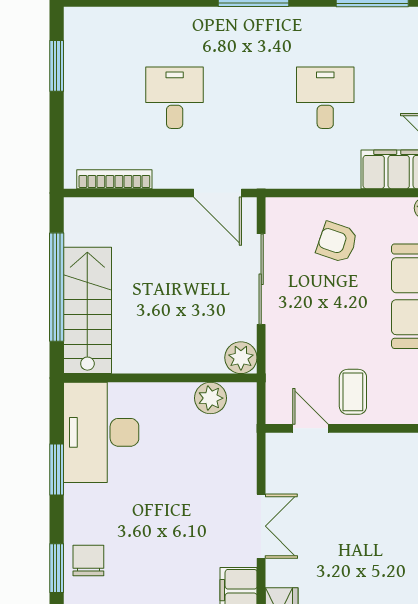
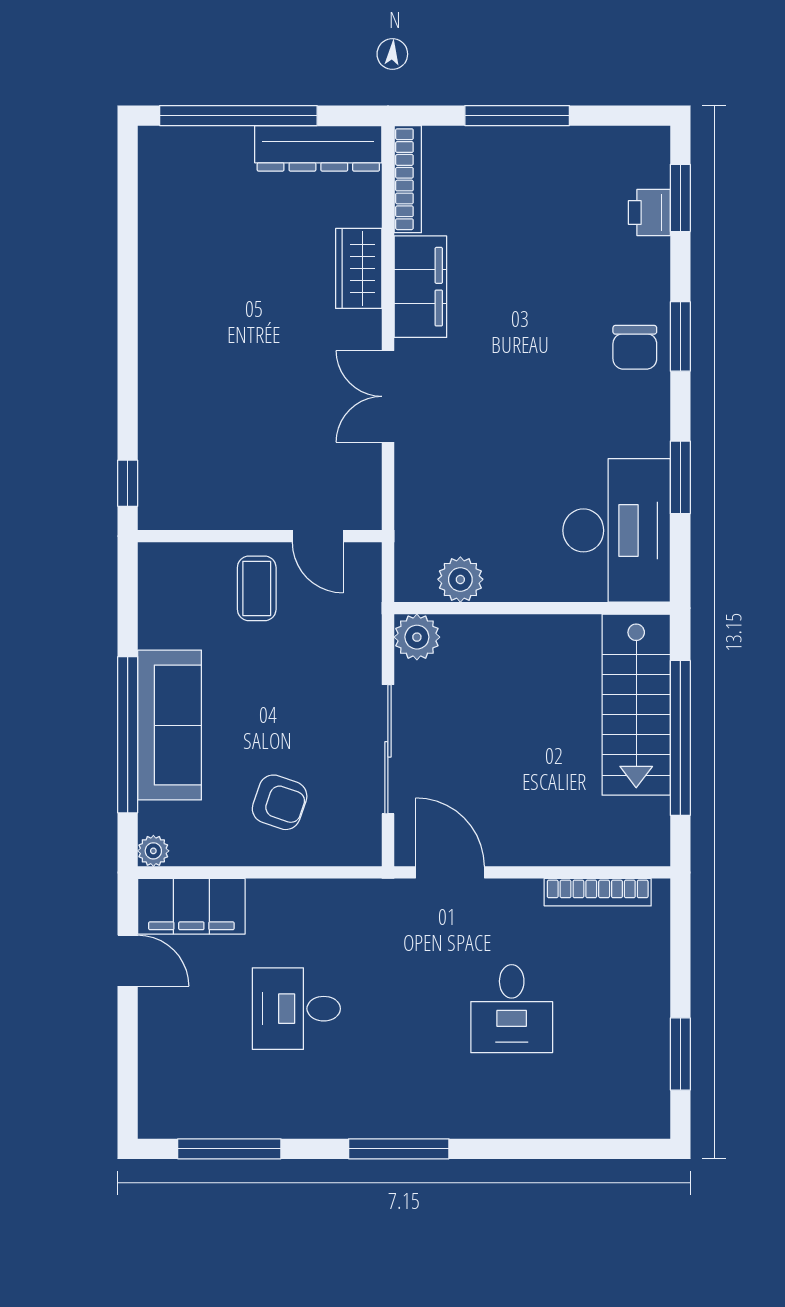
desk: (325, 98) -> (296, 1009), turned 90

